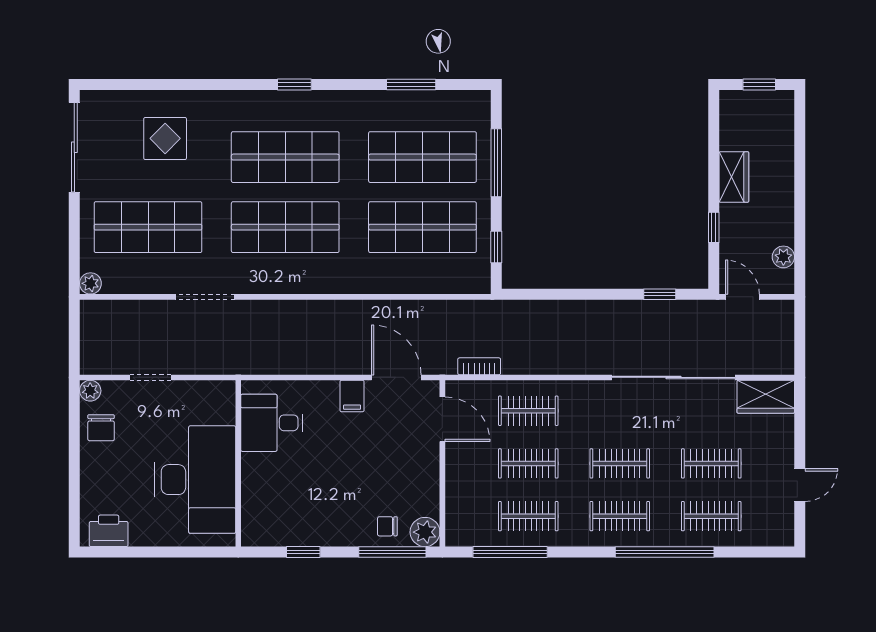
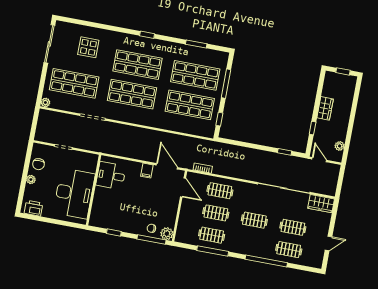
plant: (90, 391) -> (31, 179), moved
clothes rail: (620, 516) -> (250, 242), removed
window: (510, 552) -> (213, 251), moved

